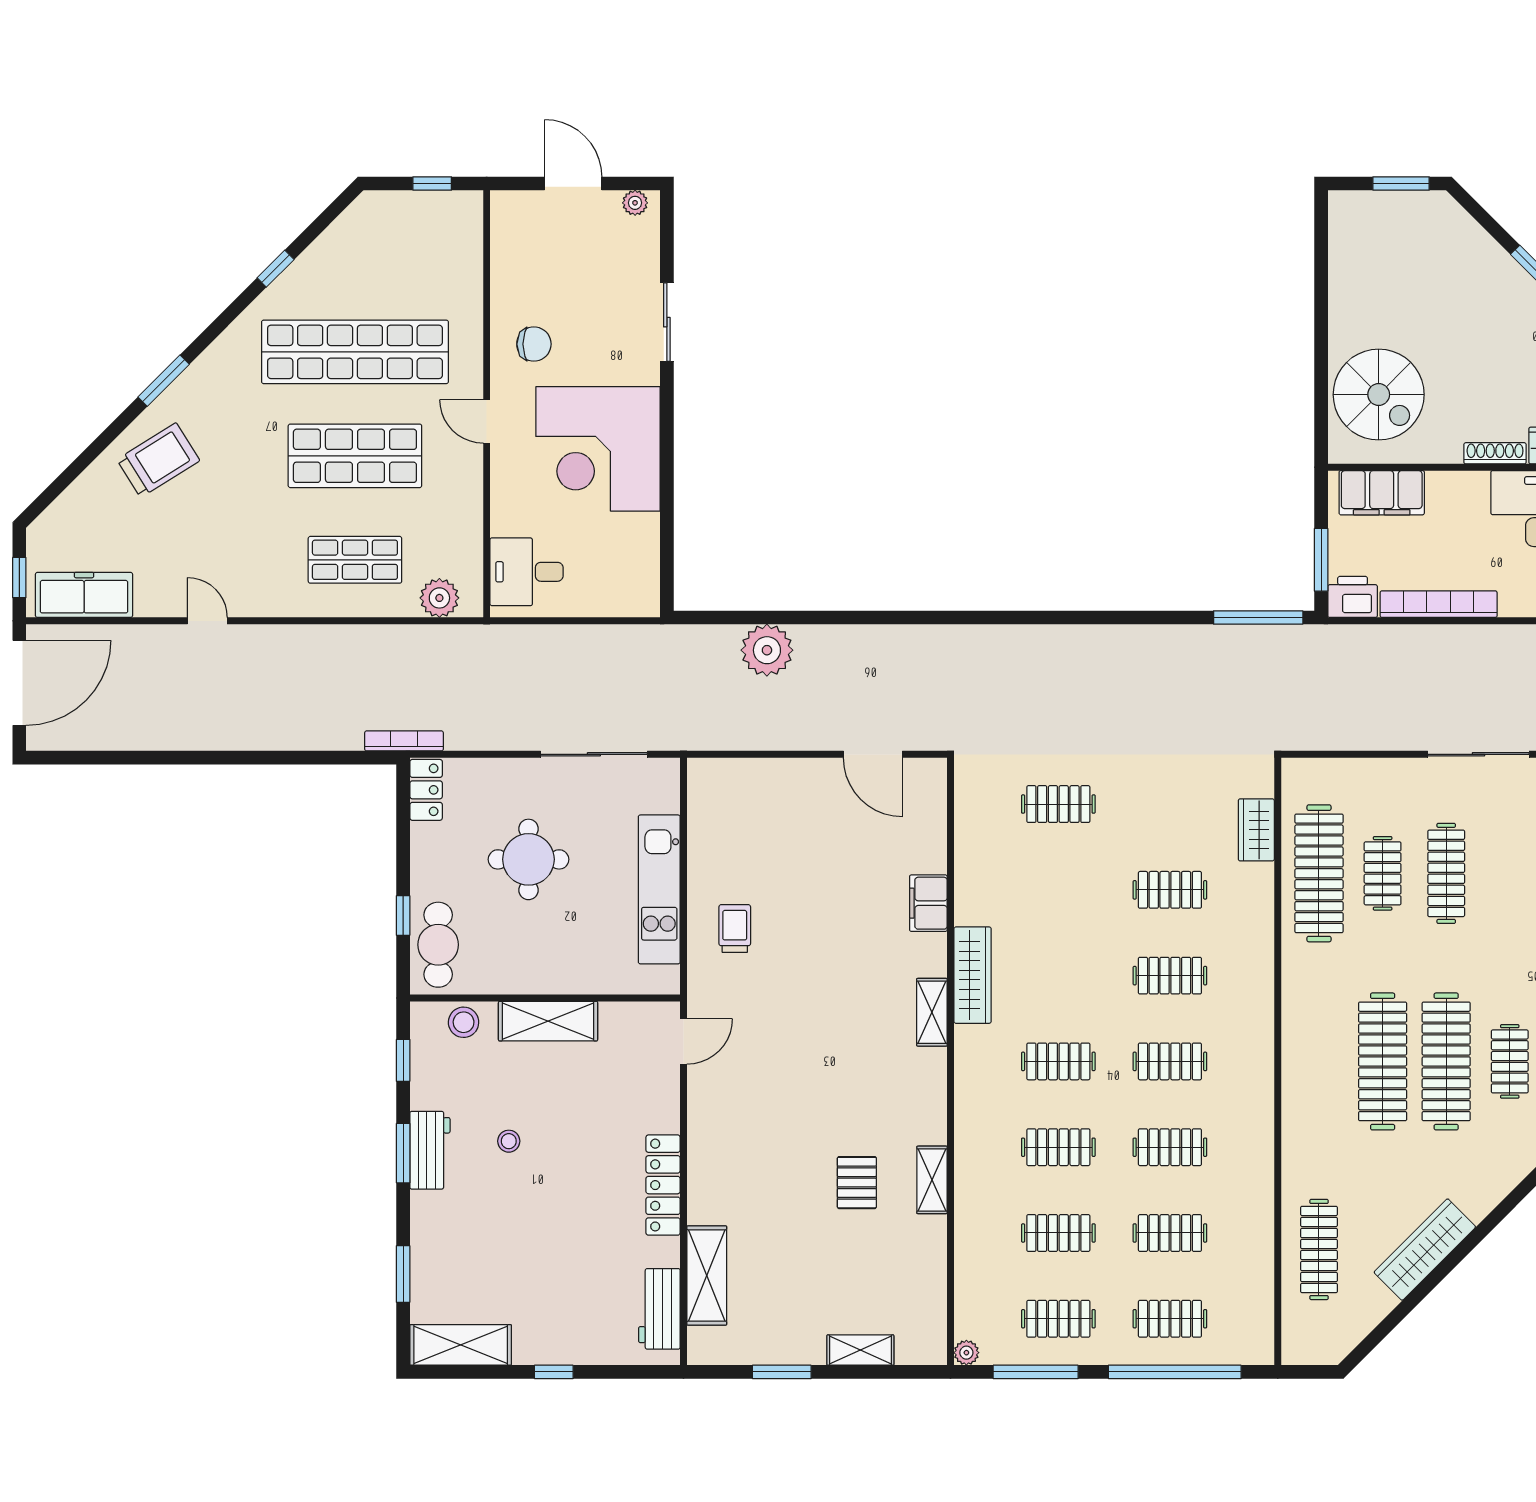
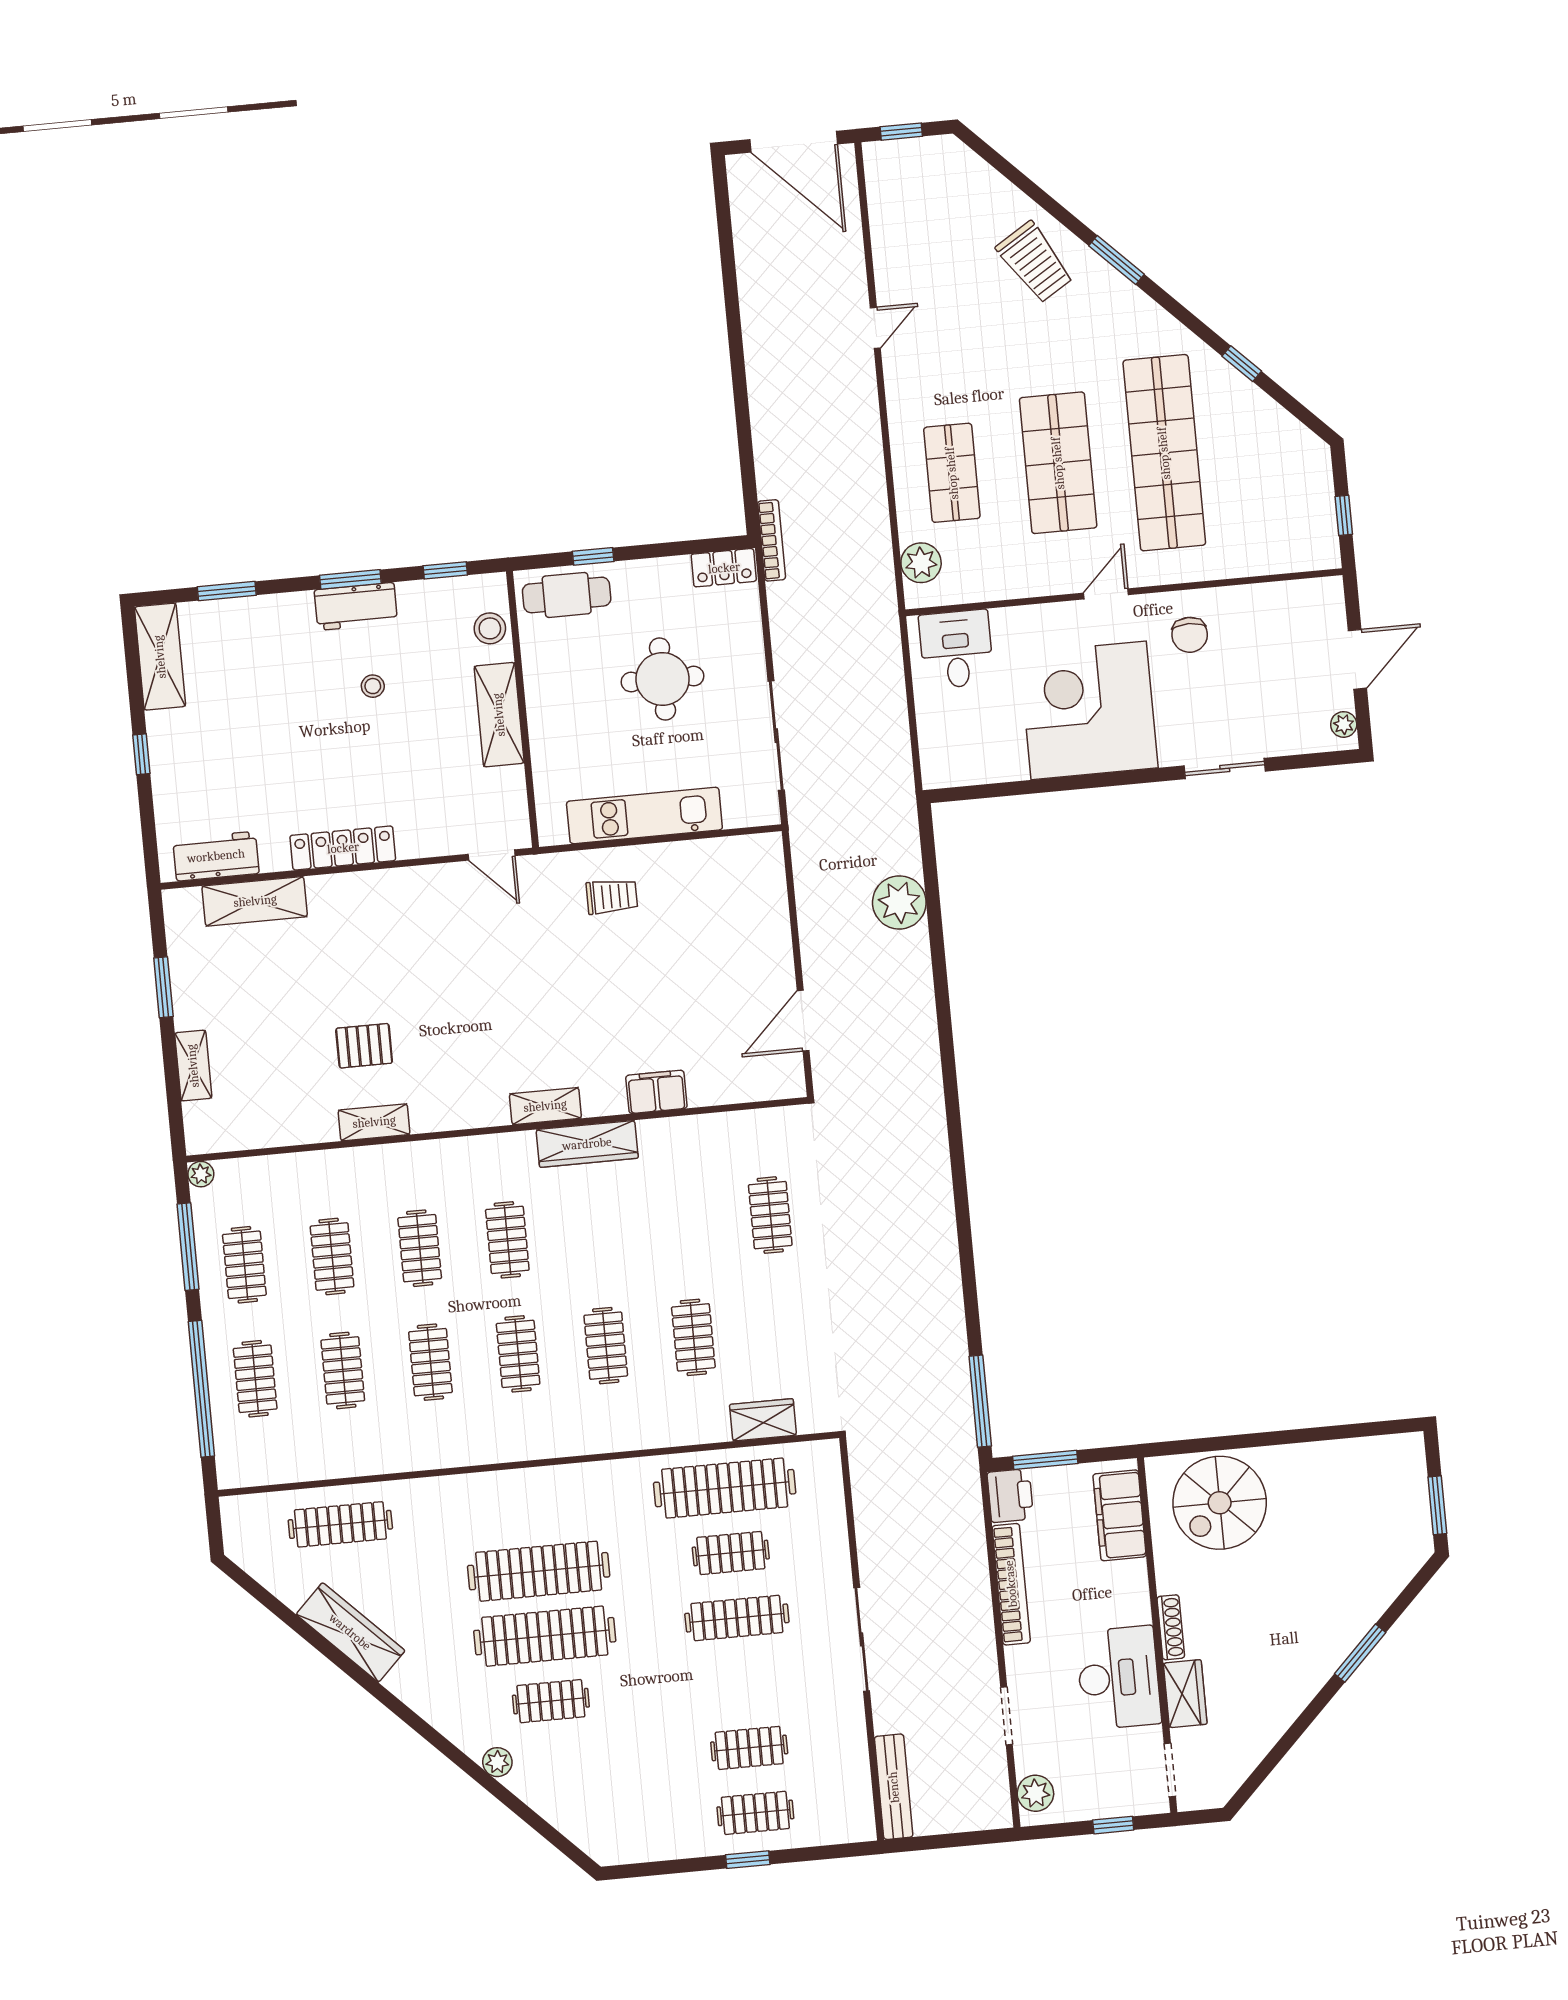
freezer: (84, 595) -> (890, 199), removed

